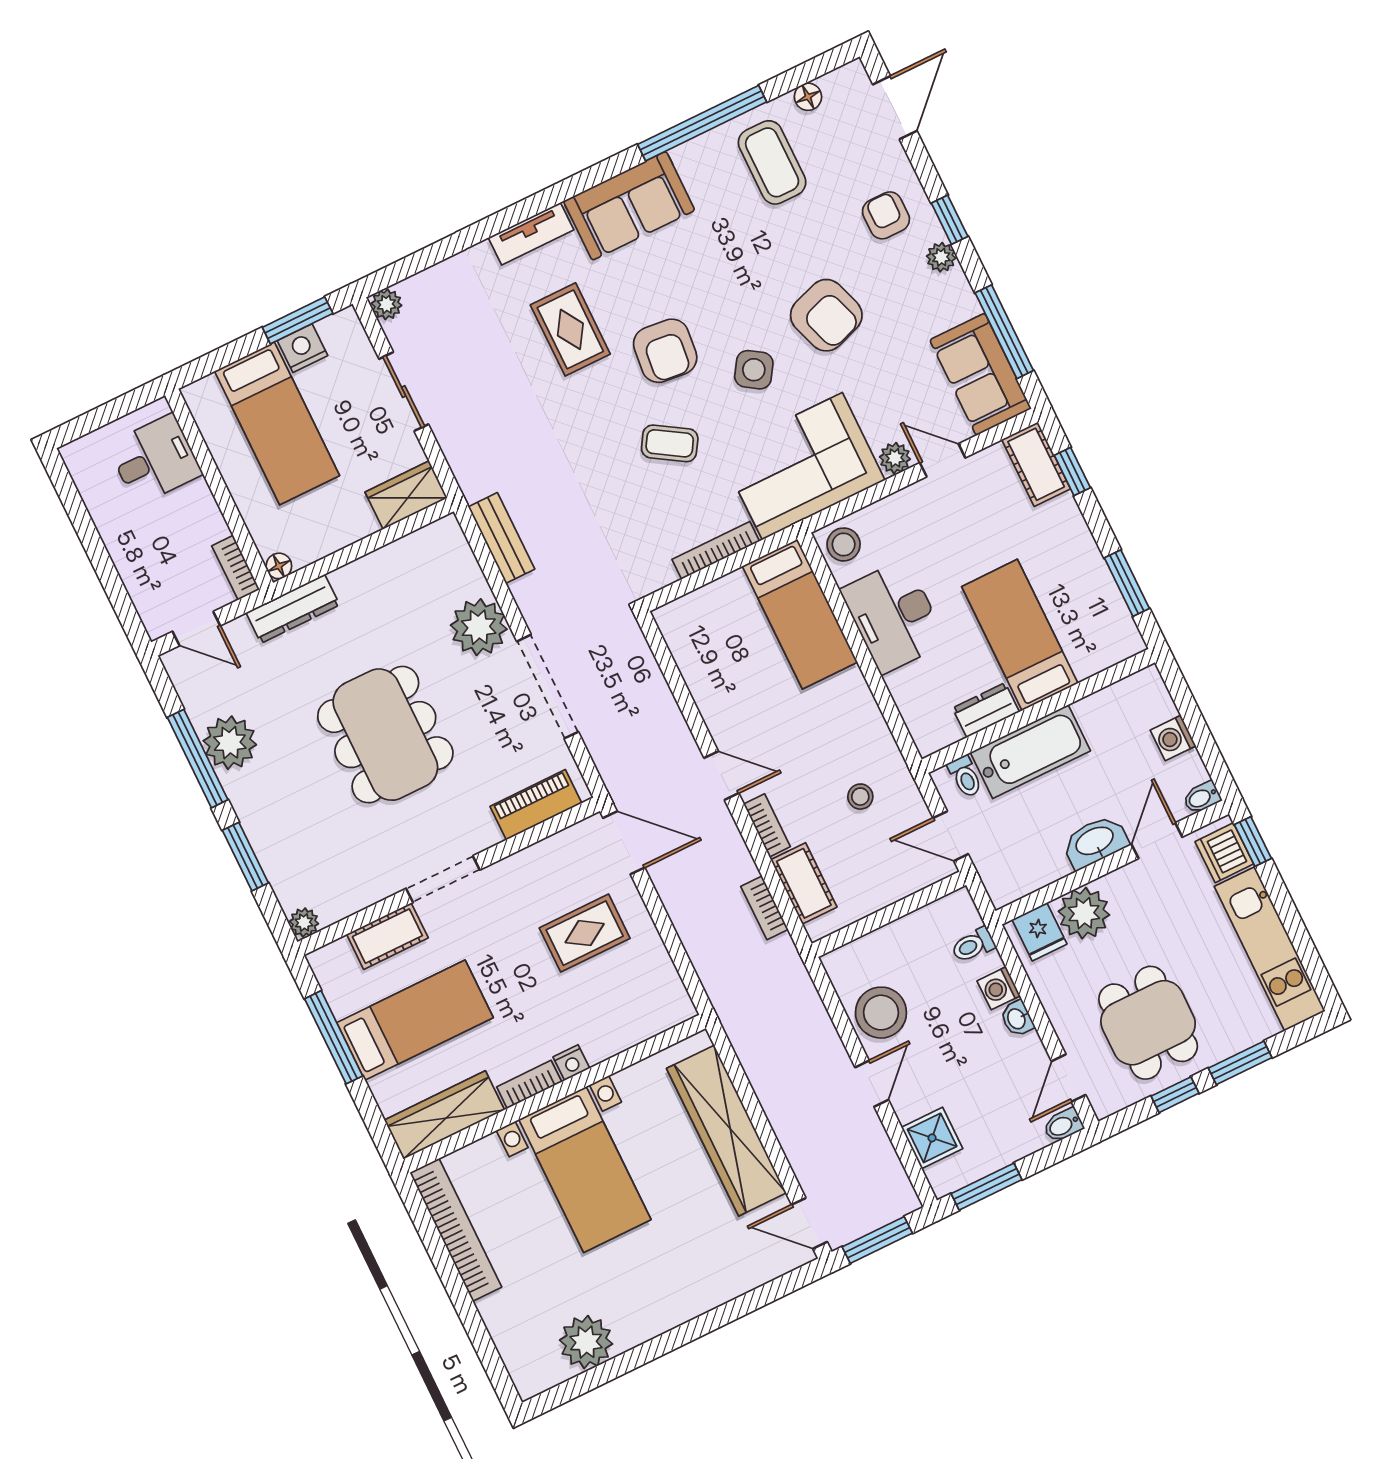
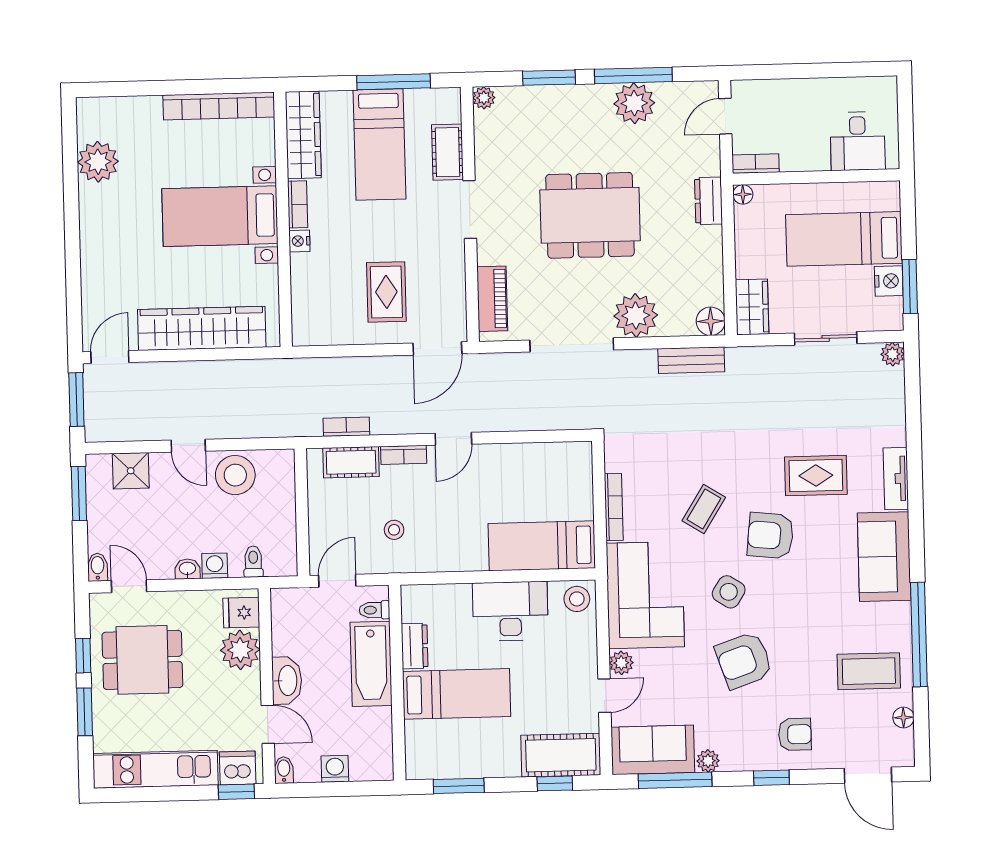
plant: (941, 257) -> (708, 761), moved
cot: (1036, 464) -> (561, 755), width x1.37, depth x1.34
floor lamp: (445, 536) -> (711, 321), added
dresser: (293, 609) -> (709, 201), width x0.70

